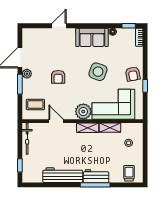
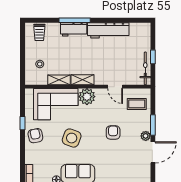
window: (20, 165) -> (153, 57), moved

